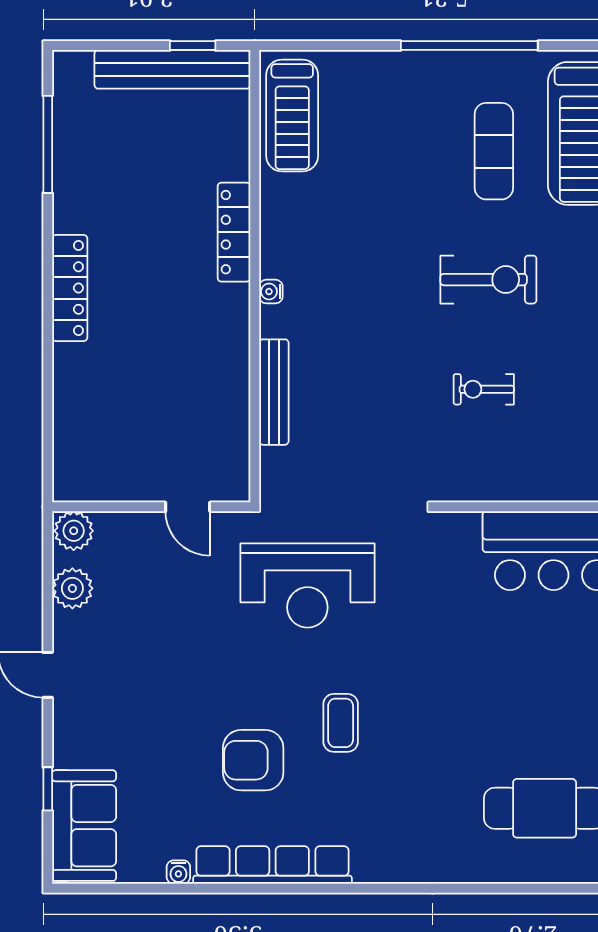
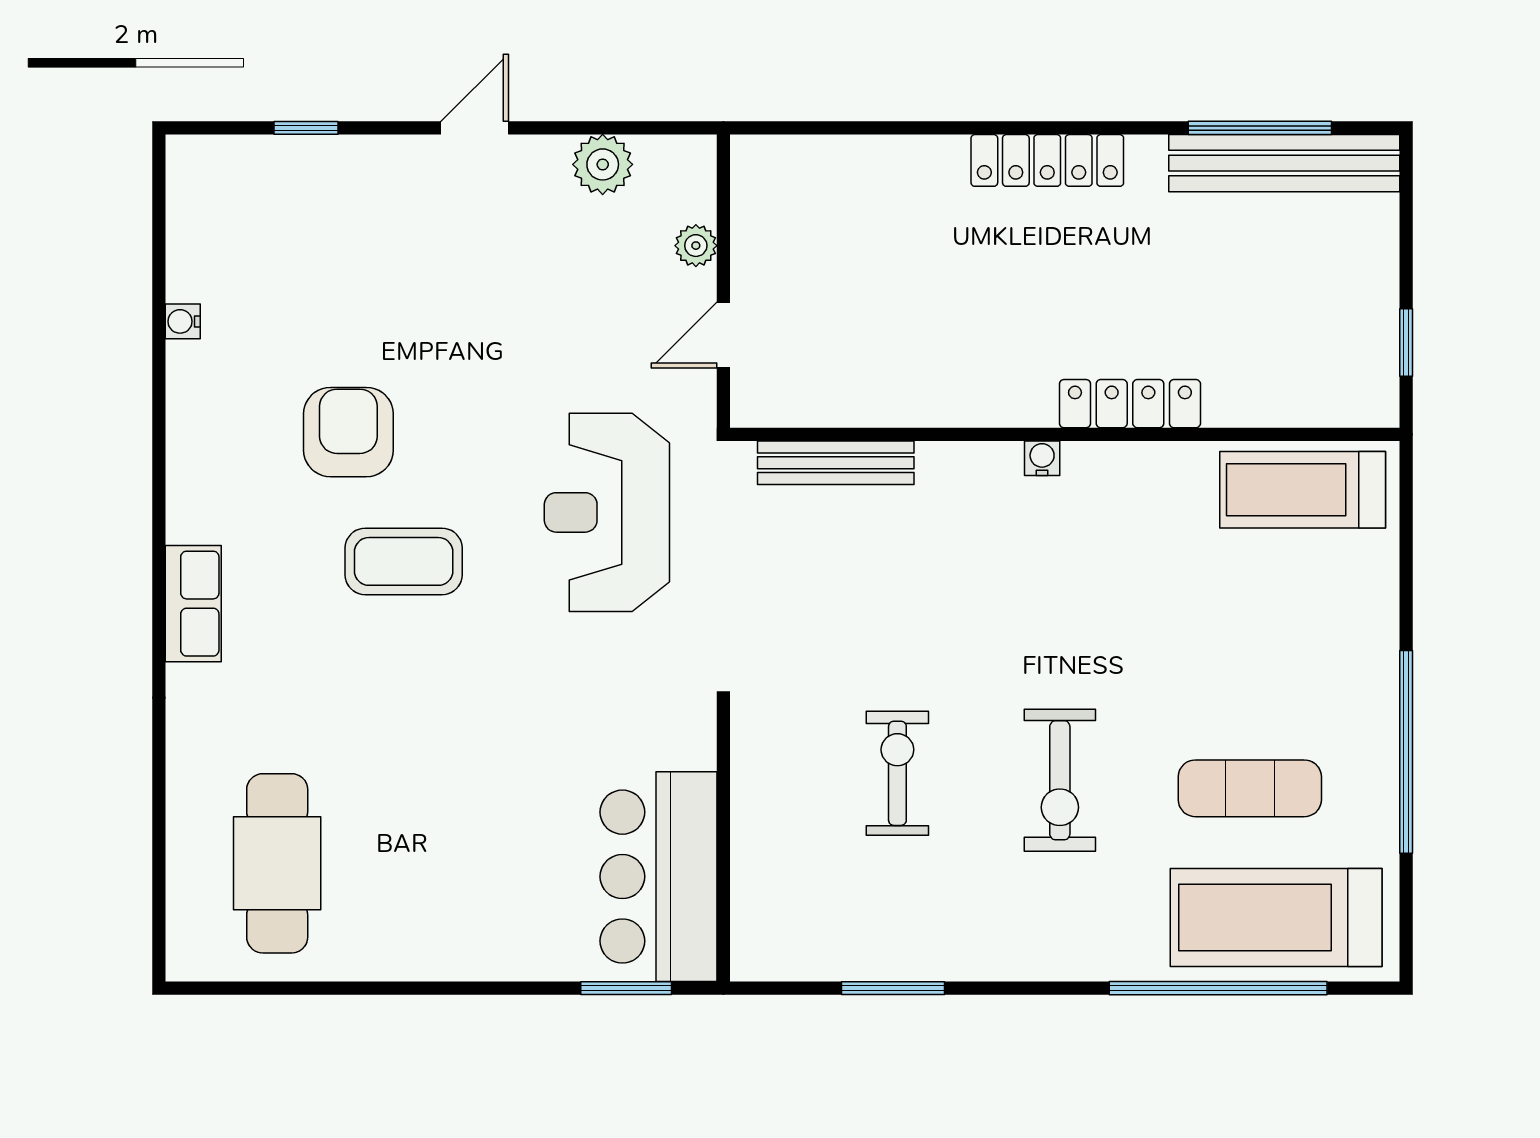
bench: (172, 69) -> (1284, 163), moved, turned 90
exercise bike: (484, 389) -> (897, 773), width x1.38, depth x1.39
bench: (274, 392) -> (836, 463), moved
plant: (74, 531) -> (696, 246), moved, width x0.73, depth x0.73
coffee table: (341, 723) -> (404, 561), width x1.36, depth x1.30
sofa: (84, 826) -> (252, 182), removed
row of seats: (272, 865) -> (193, 604), moved, width x0.50

